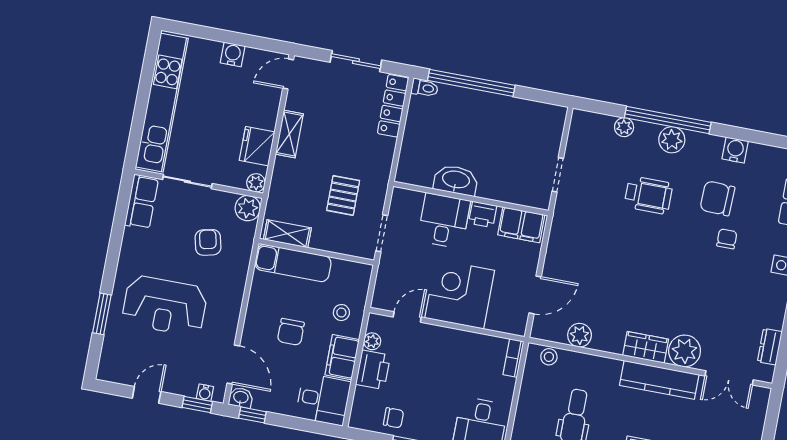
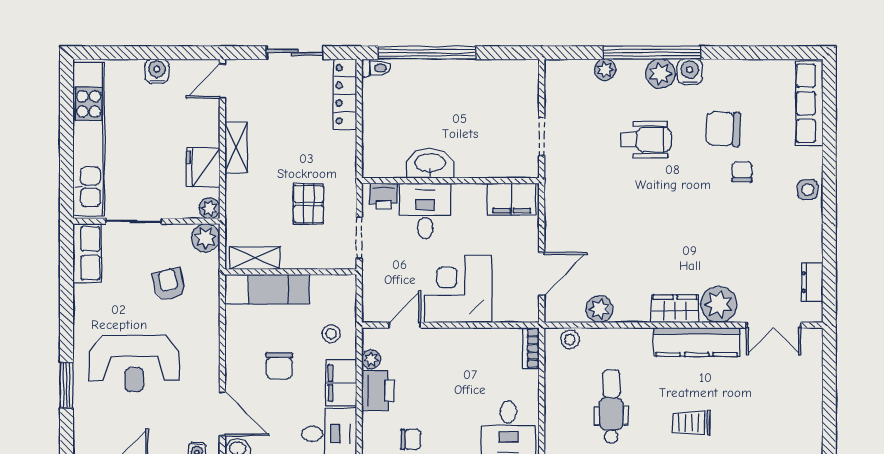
water cooler: (735, 150) -> (690, 72), moved
printer: (483, 214) -> (384, 196), moved

